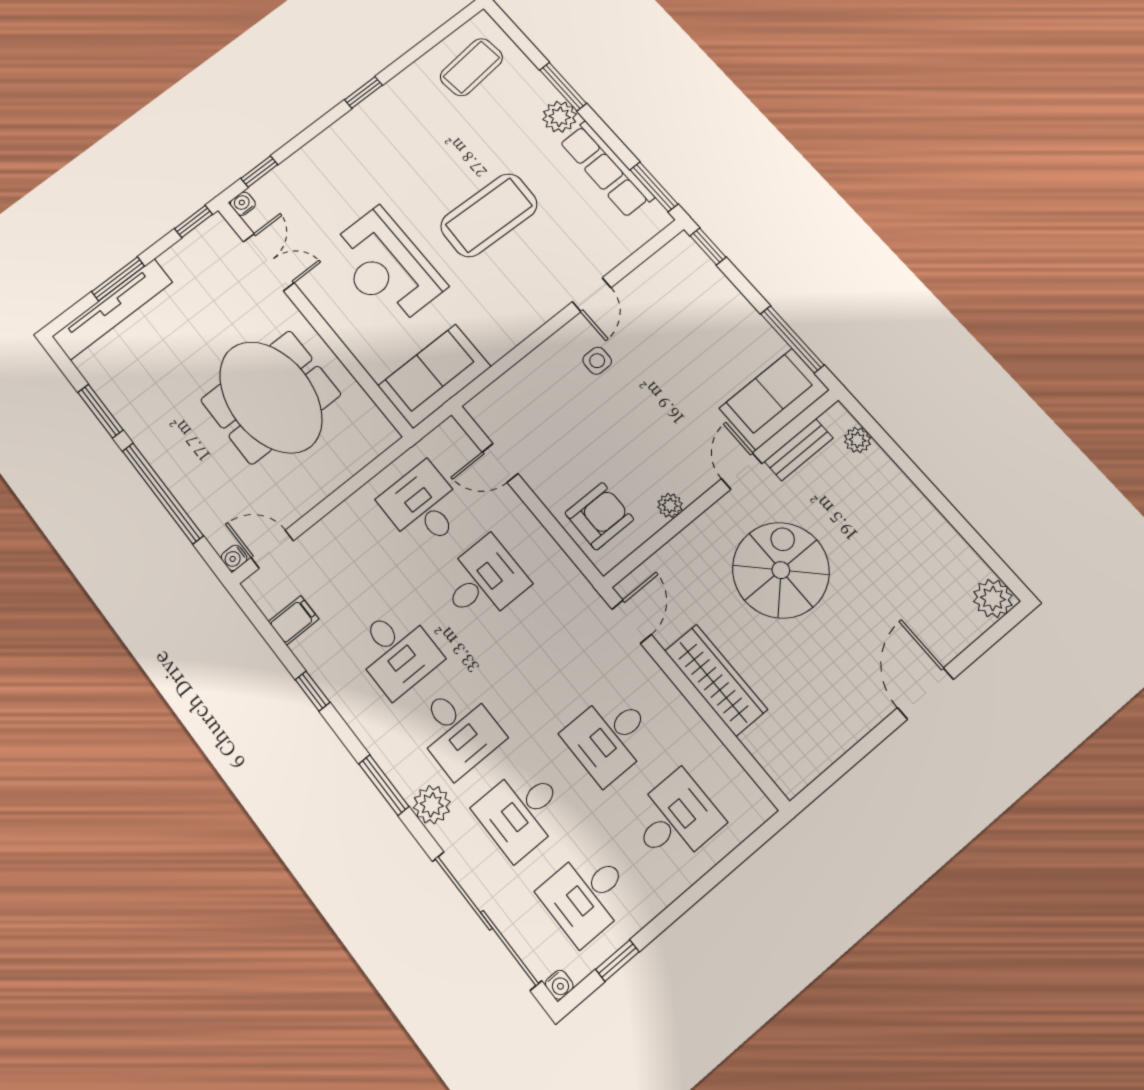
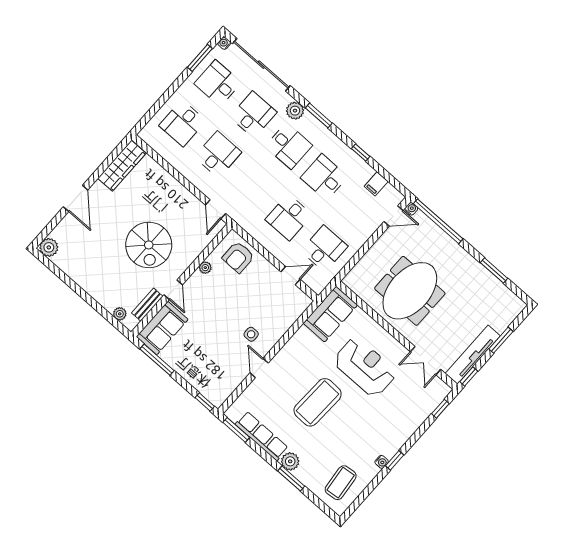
water cooler: (243, 204) -> (382, 462), moved
tv unit: (112, 309) -> (473, 355), moved
meeting table: (271, 397) -> (410, 291), turned 90
window: (163, 493) -> (438, 221), moved
desk: (423, 506) -> (324, 249), turned -90
wardrobe: (716, 680) -> (122, 166), moved, turned -90
desk: (458, 730) -> (289, 146), turned 180
desk: (586, 895) -> (218, 83), turned -90
window: (617, 961) -> (200, 58), width x1.50

